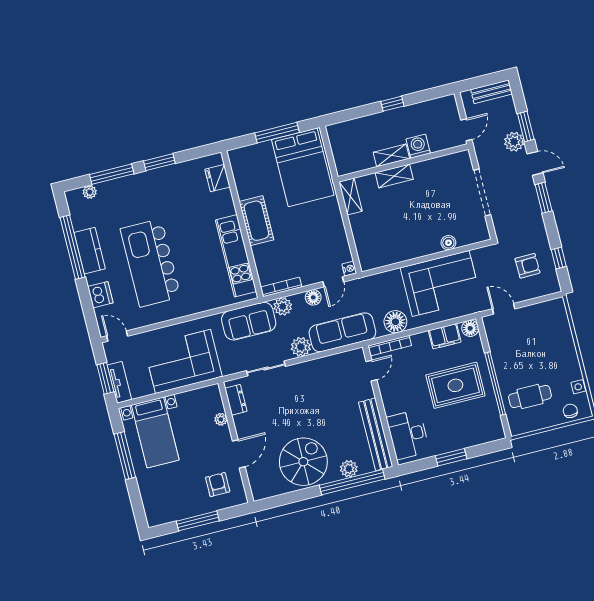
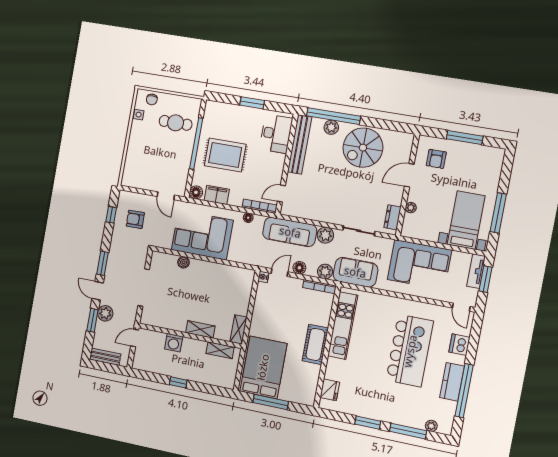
shelving: (391, 155) -> (220, 350), moved
floor lamp: (395, 322) -> (248, 218), width x0.53, depth x0.53

